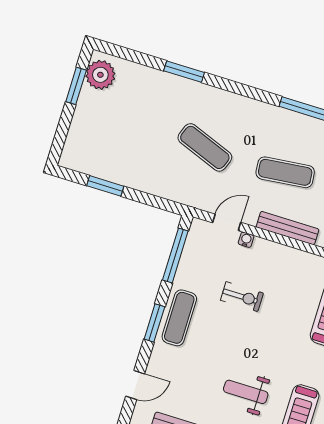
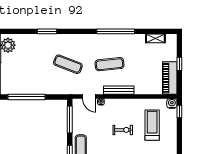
window: (105, 186) -> (26, 97), width x2.11
door: (227, 222) -> (89, 96), swing flipped
exercise bike: (242, 297) -> (123, 130), moved

